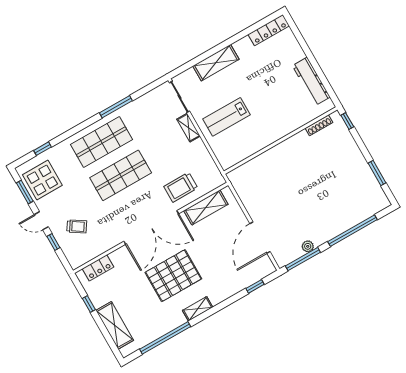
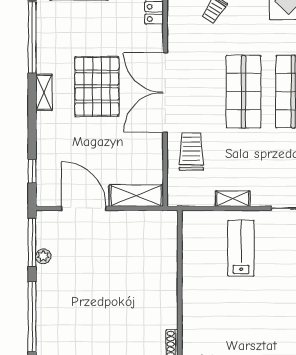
shelving: (189, 128) -> (233, 199), moved
shelving: (206, 207) -> (136, 196), moved, turned 90

